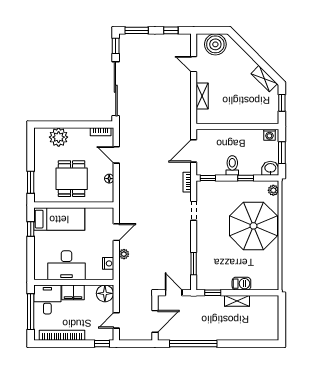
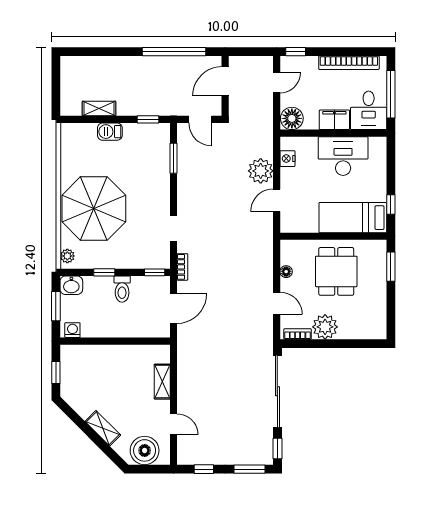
shelving: (264, 79) -> (103, 428), moved
plant: (59, 137) -> (325, 327), moved
plant: (124, 254) -> (261, 171), width x1.87, depth x1.87
shelving: (237, 301) -> (99, 109), moved

